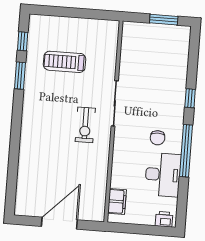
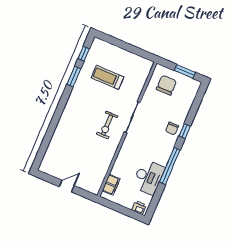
chair: (146, 46) -> (166, 85), added
chair: (158, 138) -> (172, 128), moved
door: (59, 223) -> (67, 186), width x0.53

